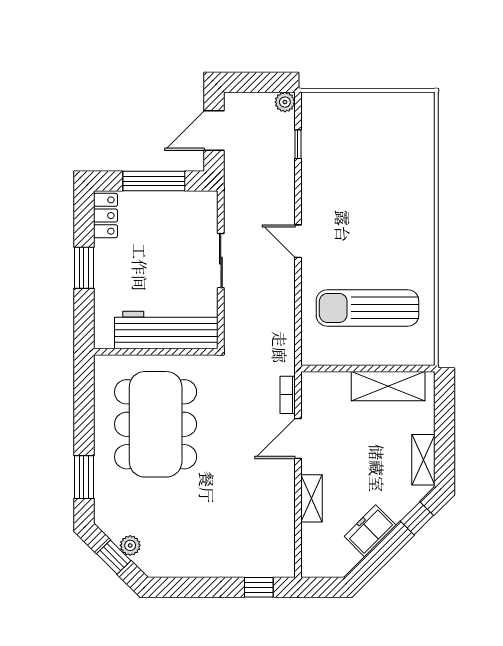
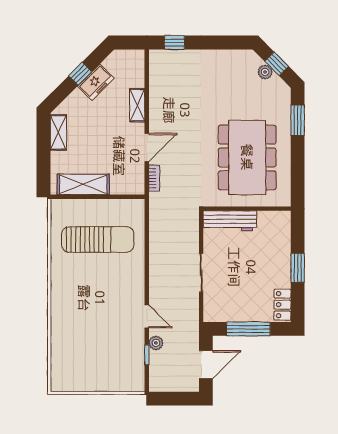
plant: (285, 102) -> (156, 343), moved
door: (298, 241) -> (147, 316), moved
workbench: (166, 330) -> (230, 221), width x0.73, depth x0.76
window: (417, 518) -> (80, 74), moved

